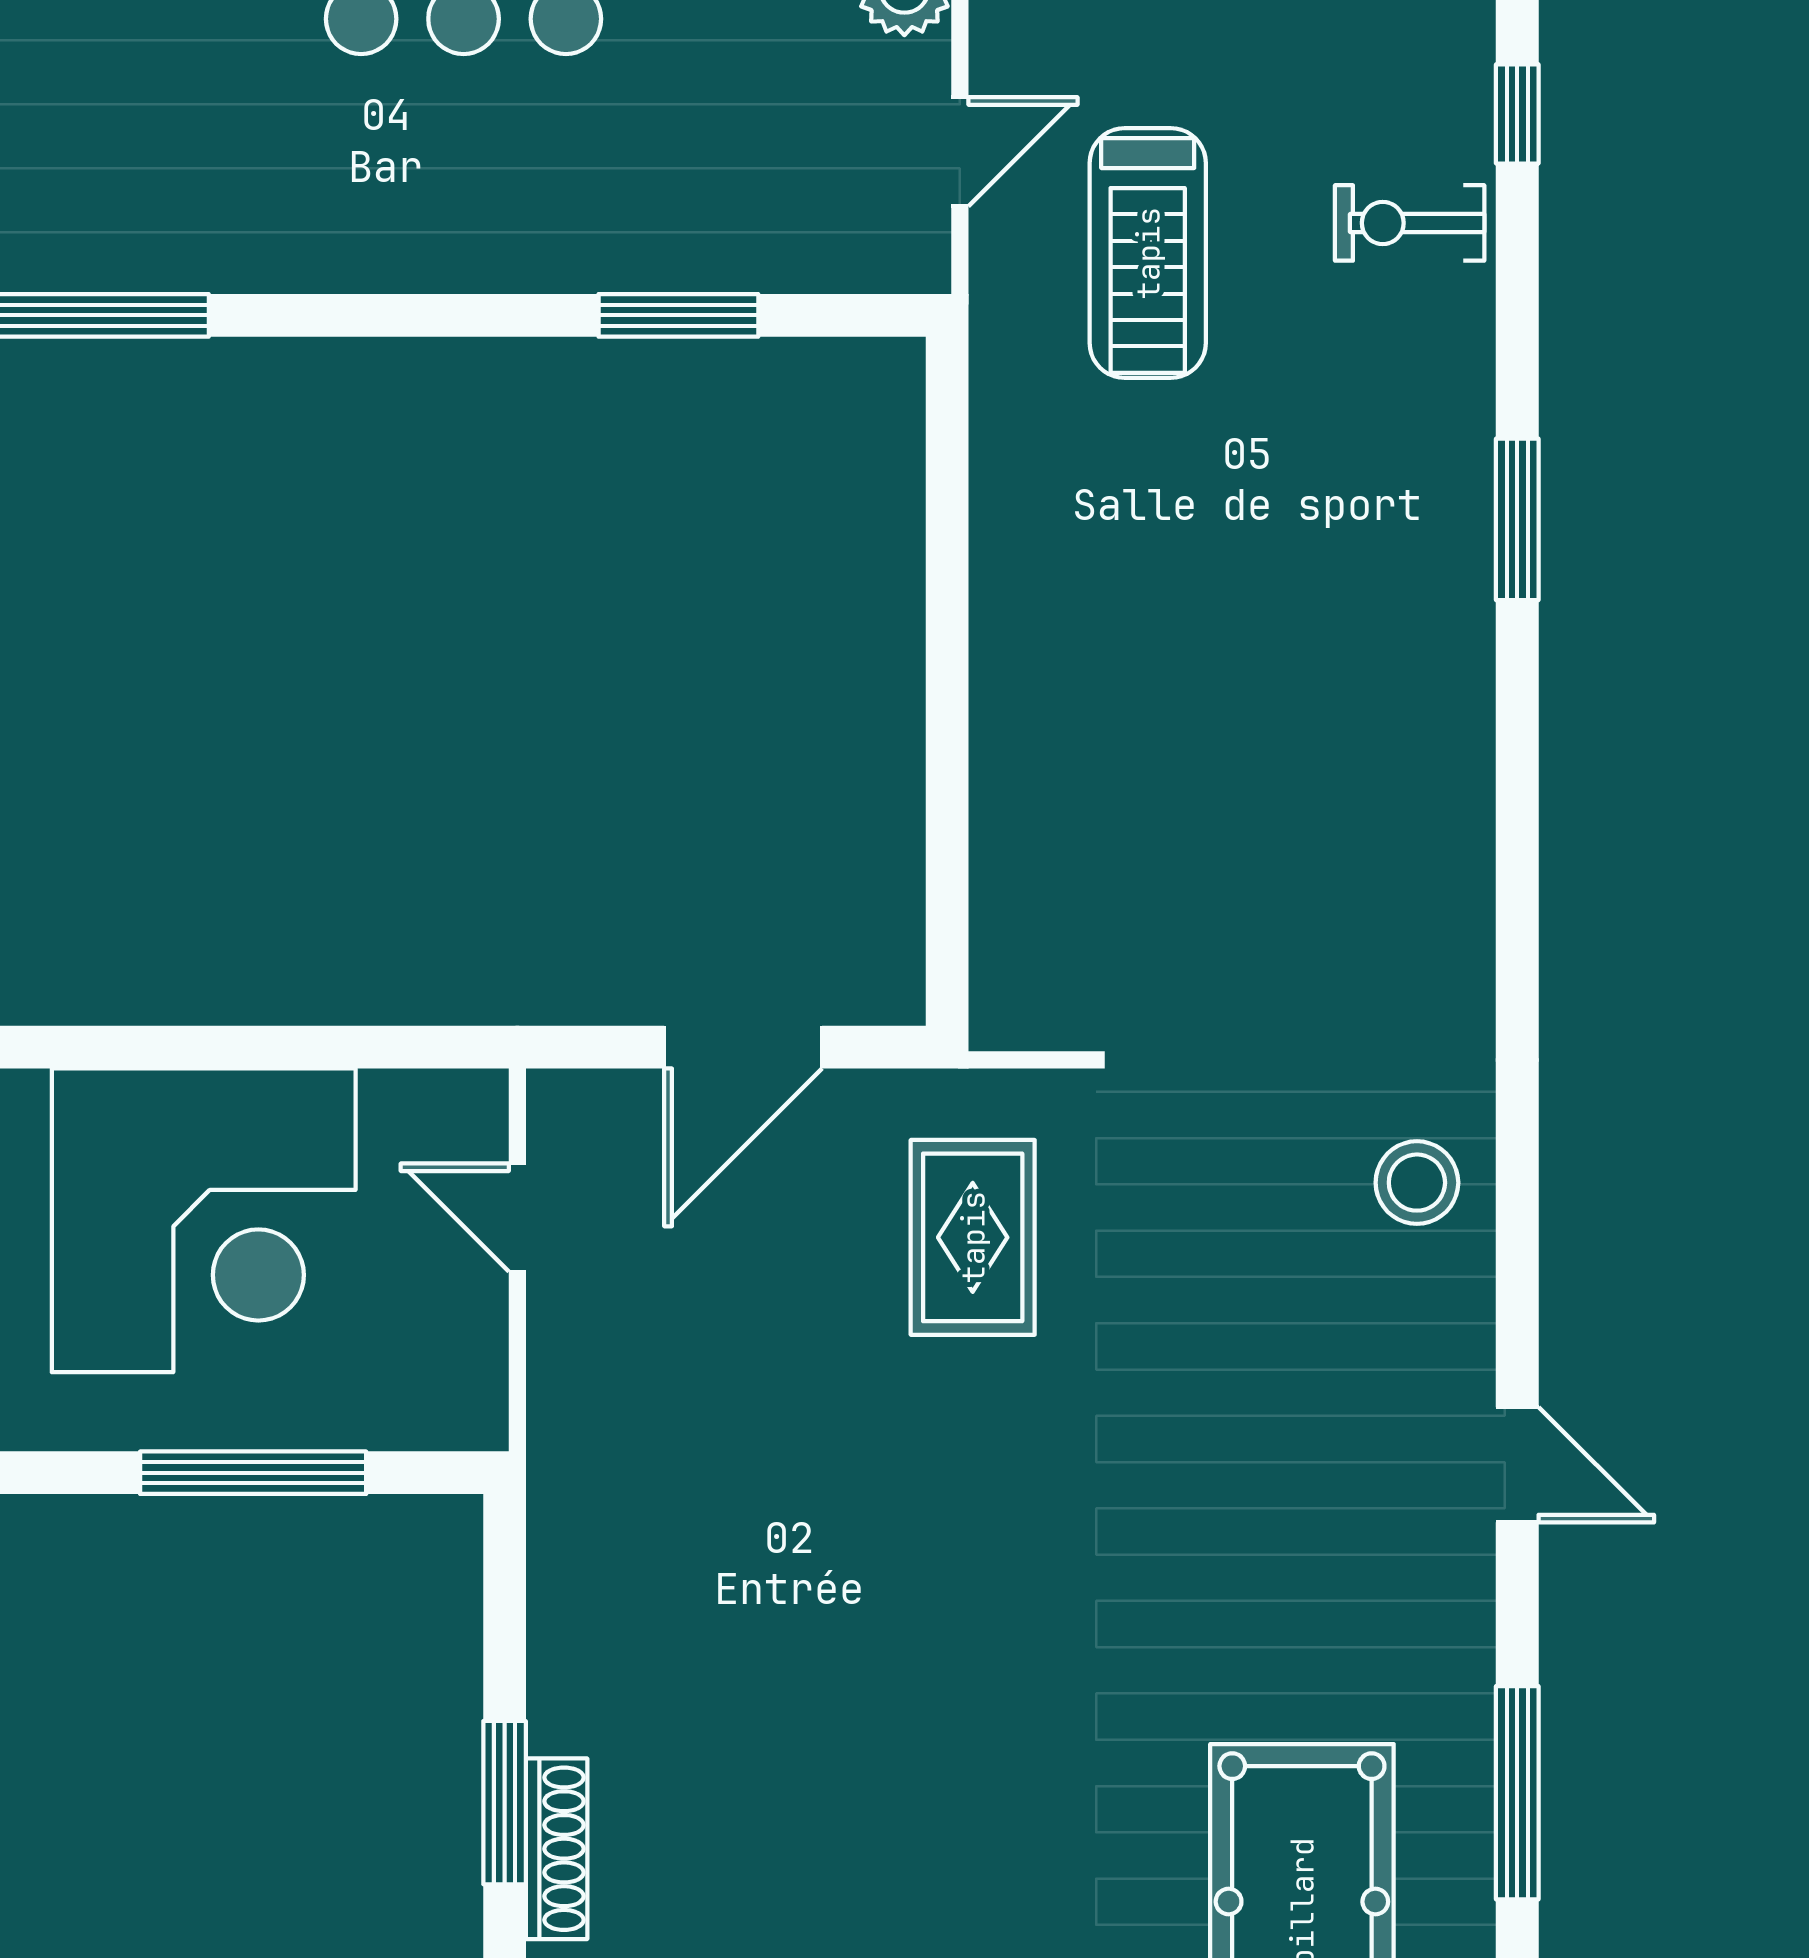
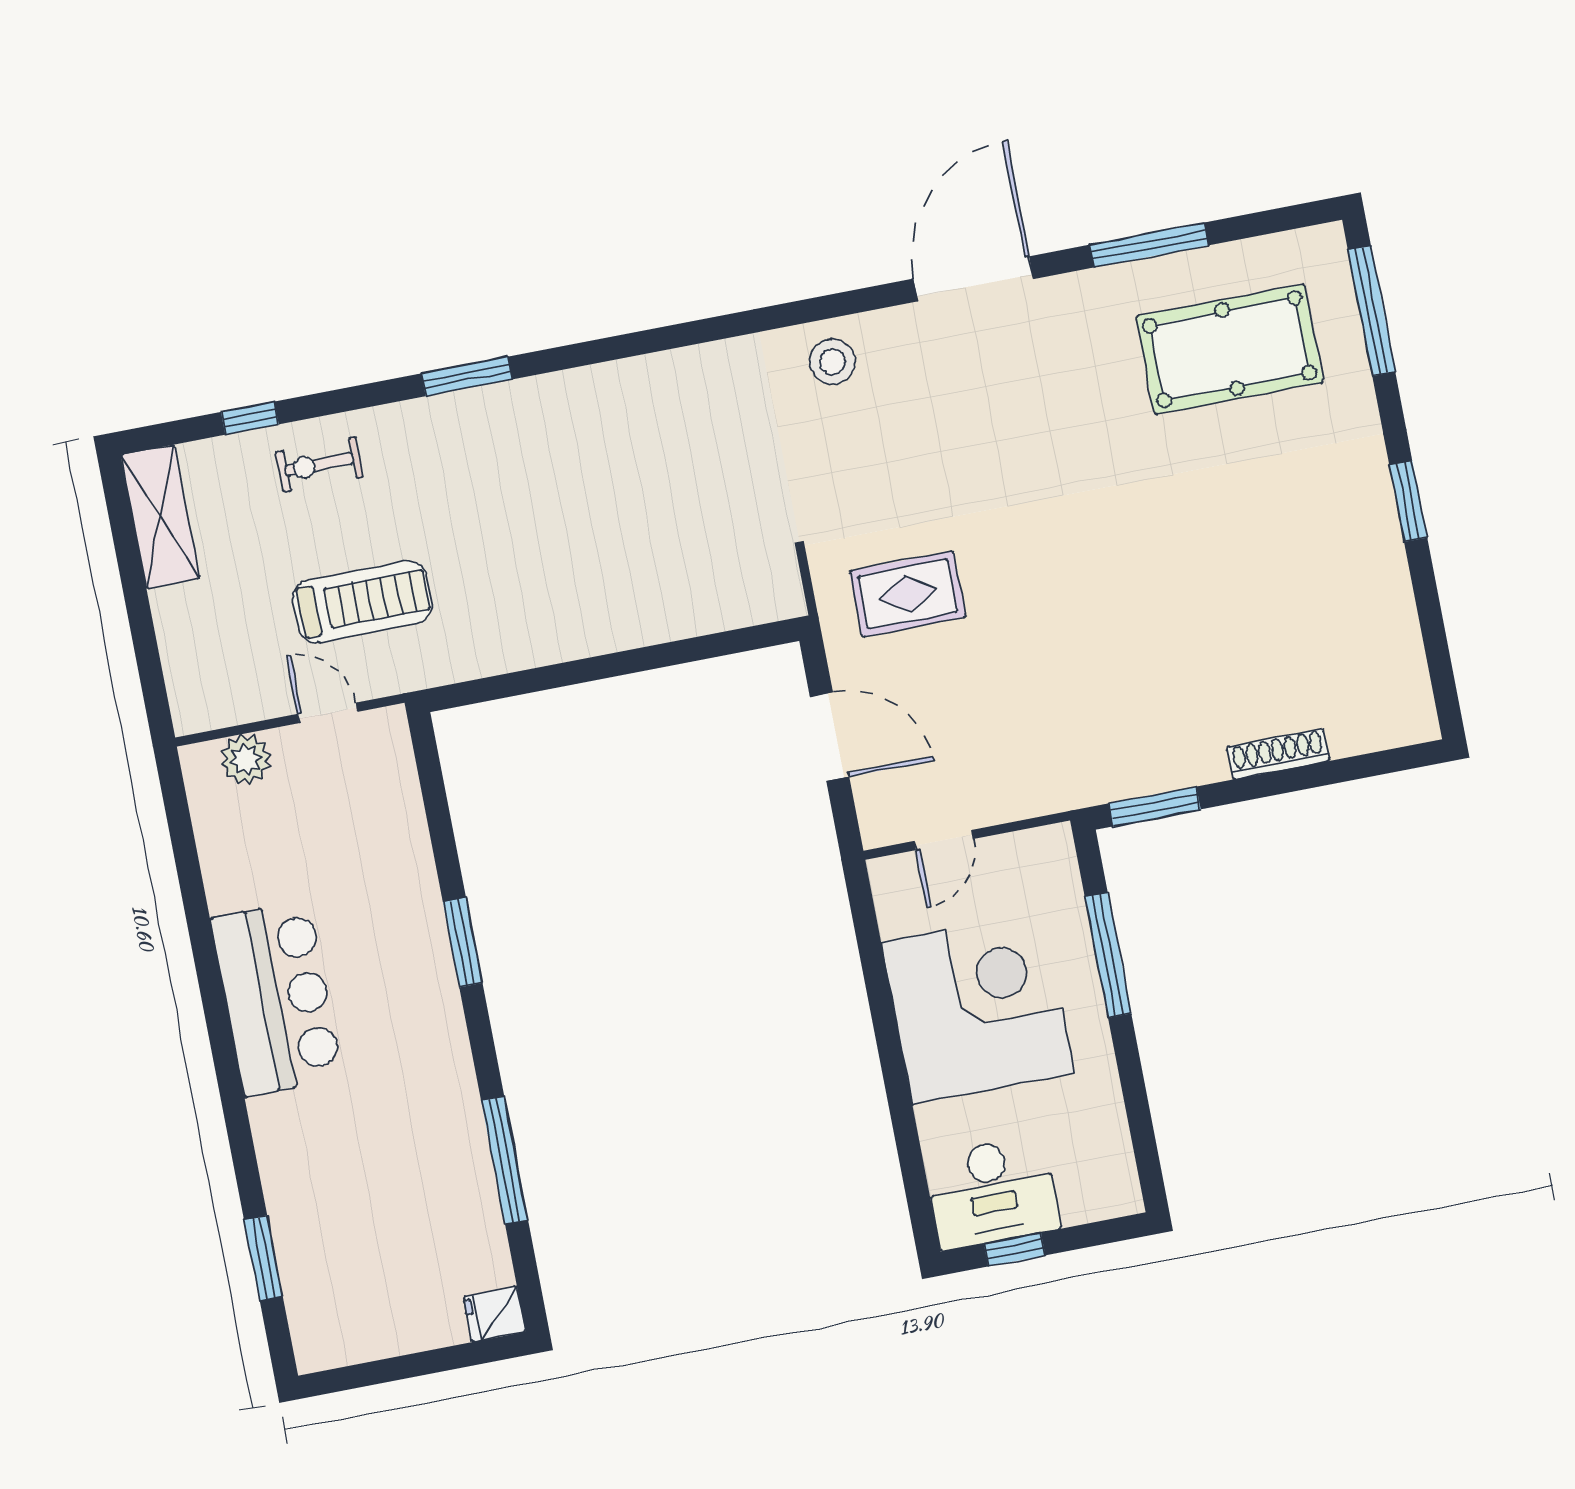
exercise bike: (1410, 223) -> (319, 465), turned 90
window: (678, 315) -> (463, 942), moved
door: (1517, 1465) -> (973, 279), width x1.88
window: (505, 1803) -> (1155, 806), moved

